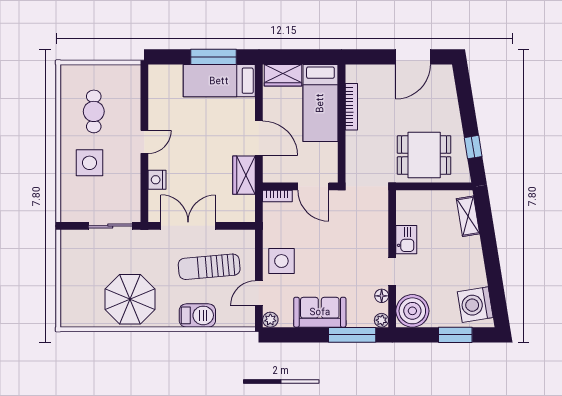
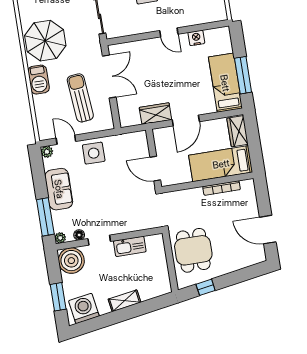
nightstand: (157, 180) -> (196, 38), moved
door: (313, 186) -> (155, 169), hinge flipped
bookcase: (277, 196) -> (143, 142), removed
shelving: (468, 216) -> (125, 301), moved
kitchen sink: (406, 240) -> (130, 246), width x1.38
barbecue: (197, 315) -> (39, 80), moved

